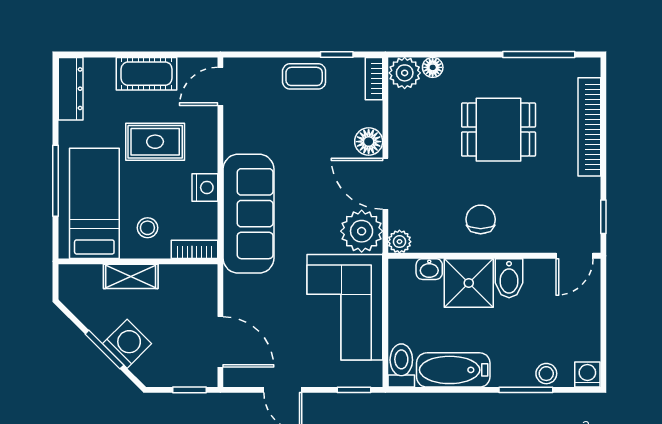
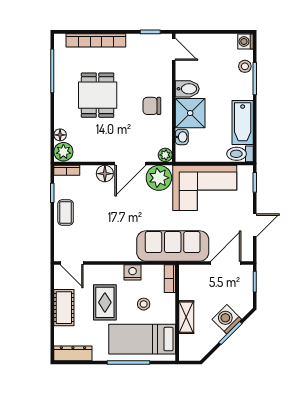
sofa: (249, 214) -> (173, 246), moved
stool: (147, 228) -> (144, 304), moved

